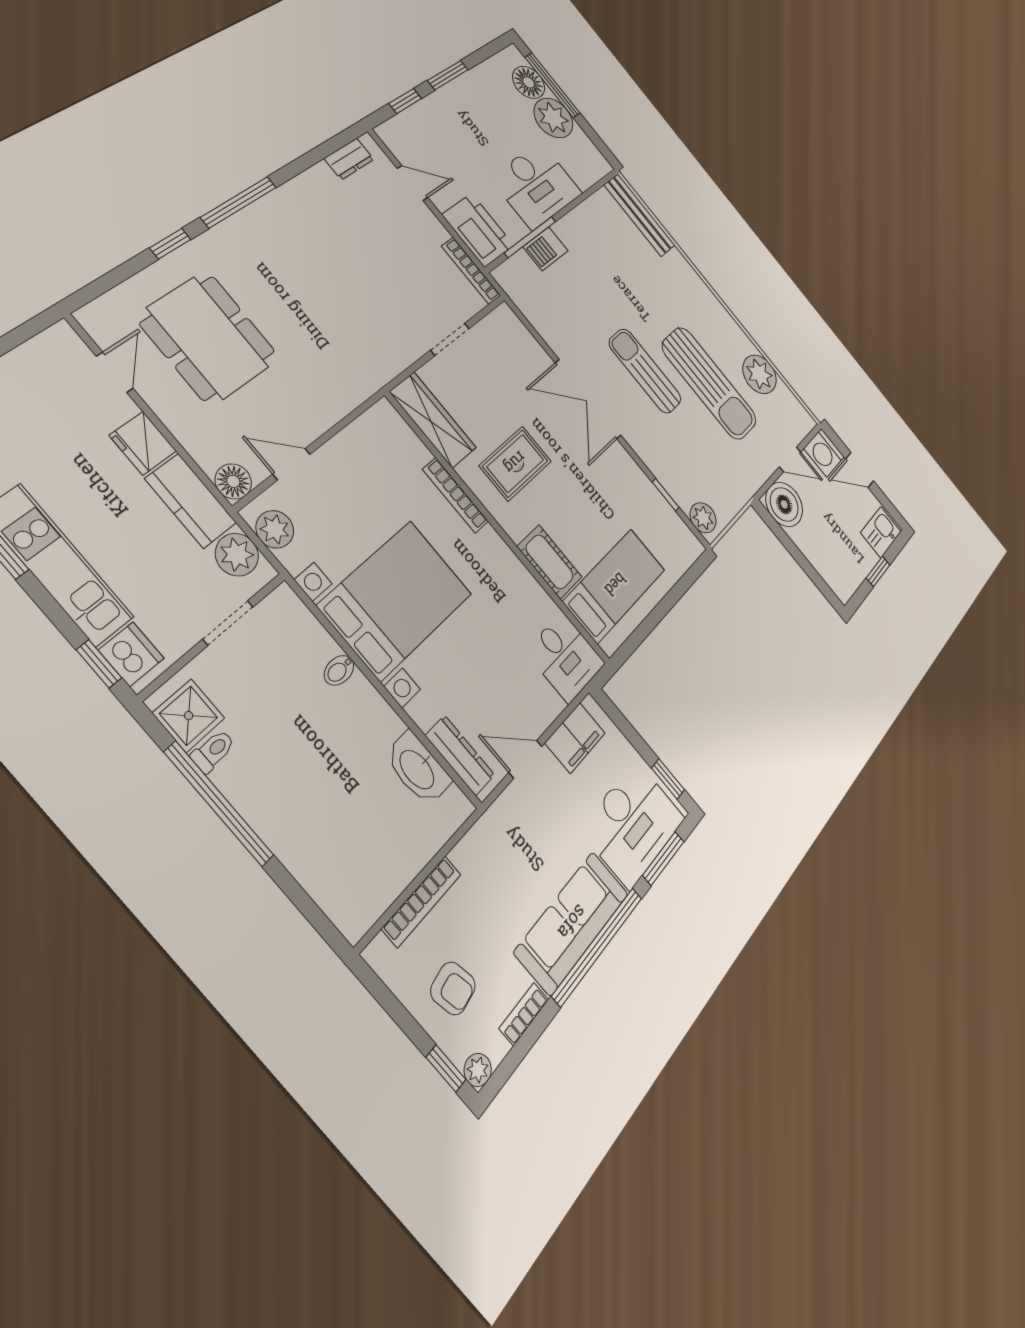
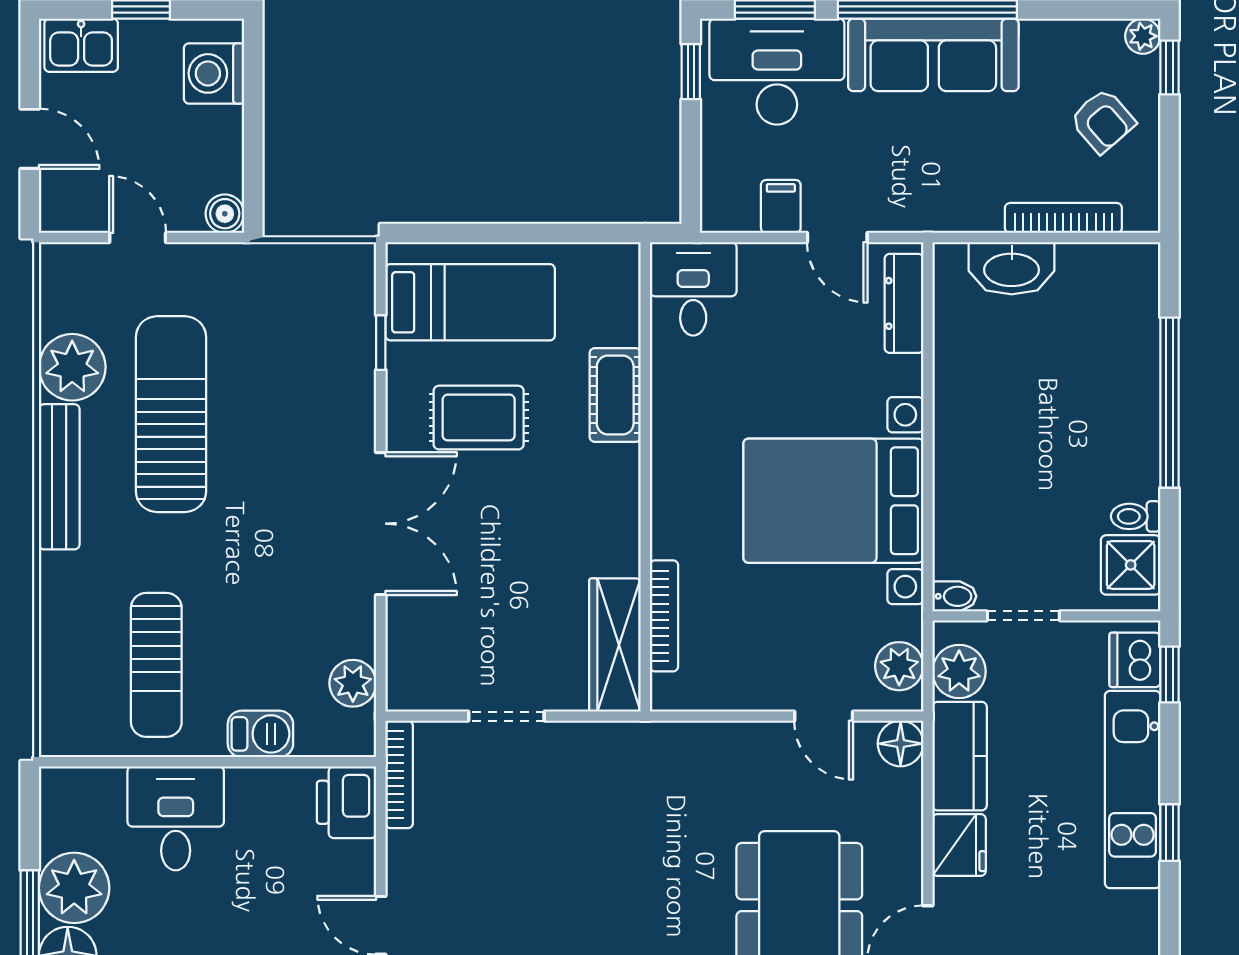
desk: (536, 185) -> (176, 818), width x0.73
bench: (640, 215) -> (59, 477), moved
printer: (478, 230) -> (347, 802), width x0.73, depth x0.84
window: (530, 237) -> (270, 762), removed
sun lounger: (645, 371) -> (156, 665), moved
washing machine: (824, 453) -> (214, 73), moved, turned 180
rug: (515, 463) -> (479, 418), moved
bookcase: (456, 495) -> (664, 616), moved
boiler: (784, 504) -> (225, 214), width x0.54, depth x0.54
plant: (703, 518) -> (353, 683), moved
bed: (615, 585) -> (470, 302), moved, turned 180
bidet: (339, 670) -> (954, 596), moved
filing cabinet: (575, 738) -> (781, 206), width x0.50
washbasin: (418, 769) -> (1012, 268), moved, turned 90
window: (219, 804) -> (1170, 403), moved
armchair: (453, 988) -> (1103, 121), turned 149
bookcase: (524, 1014) -> (1057, 33), removed

